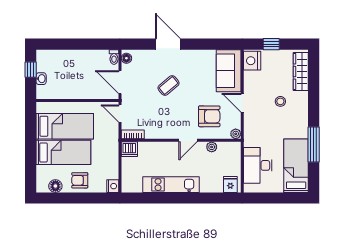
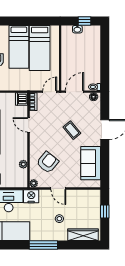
nightstand: (252, 61) -> (31, 196), moved
sofa: (229, 71) -> (91, 163), moved, turned -90
door: (242, 103) -> (58, 188), swing flipped
armchair: (209, 116) -> (48, 162), turned -141
door: (188, 140) -> (29, 125), moved
window: (314, 145) -> (43, 245), moved

